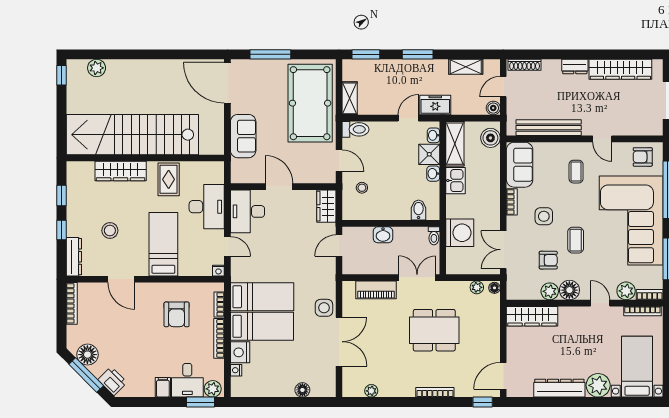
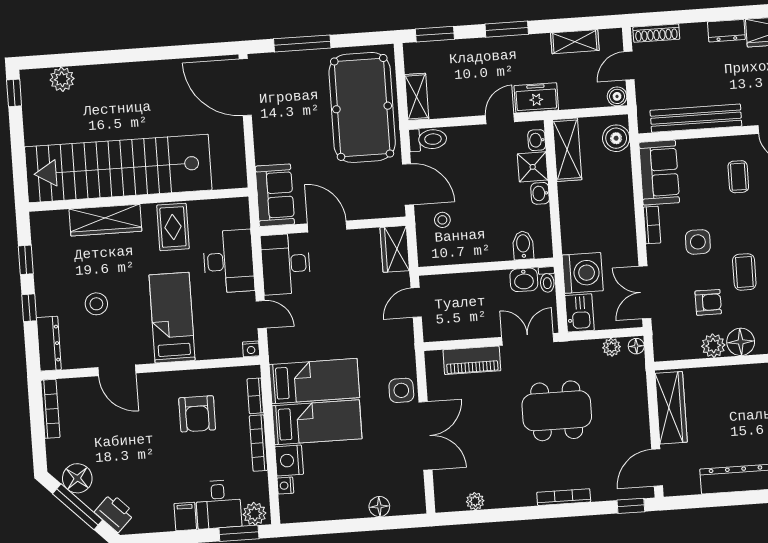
sofa: (243, 136) -> (275, 195), moved
door: (339, 161) -> (408, 184), width x1.38
kitchen sink: (455, 181) -> (579, 313), moved
washbasin: (383, 235) -> (524, 280), moved
wardrobe: (532, 316) -> (671, 408), moved, turned -90

